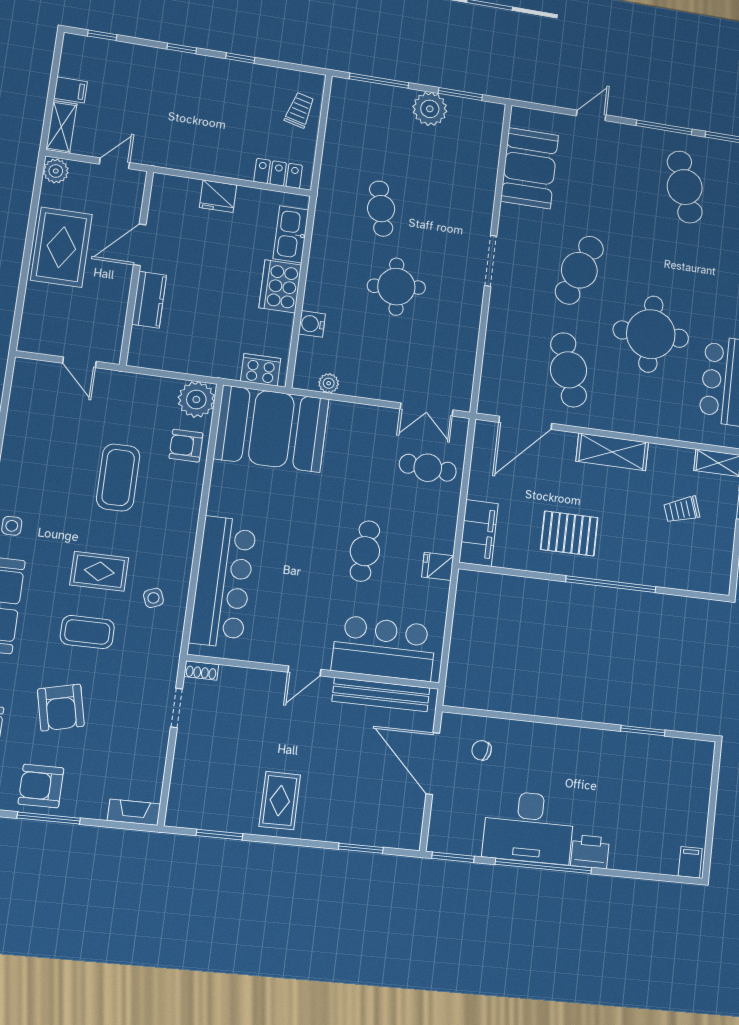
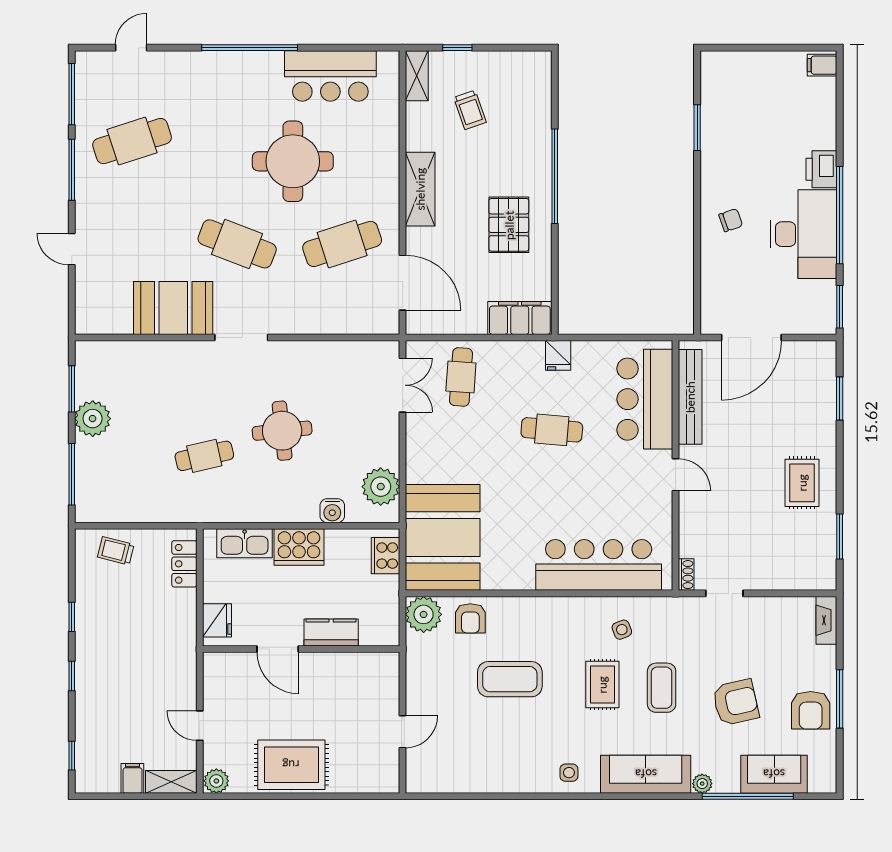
booth: (529, 168) -> (173, 308), moved
door: (140, 245) -> (278, 649), moved
wall: (136, 268) -> (301, 649), moved
kitchen counter: (149, 300) -> (331, 633), moved
plant: (329, 383) -> (381, 487), width x1.87, depth x1.87
chair: (482, 750) -> (731, 220), moved, turned -123
rug: (280, 801) -> (802, 483), turned 90

